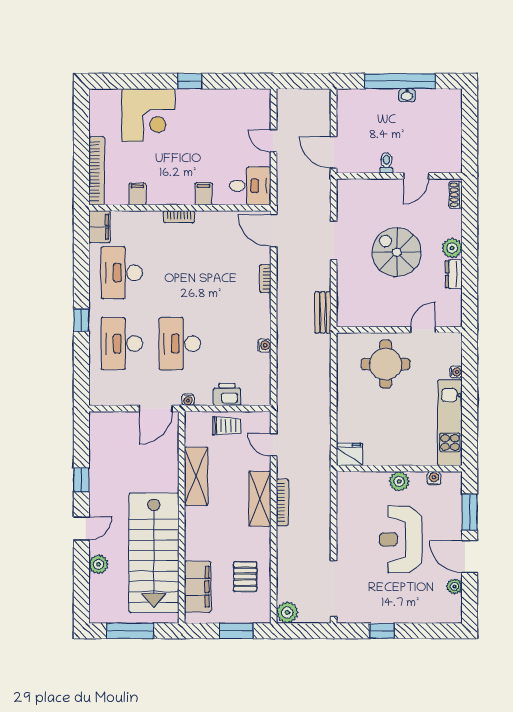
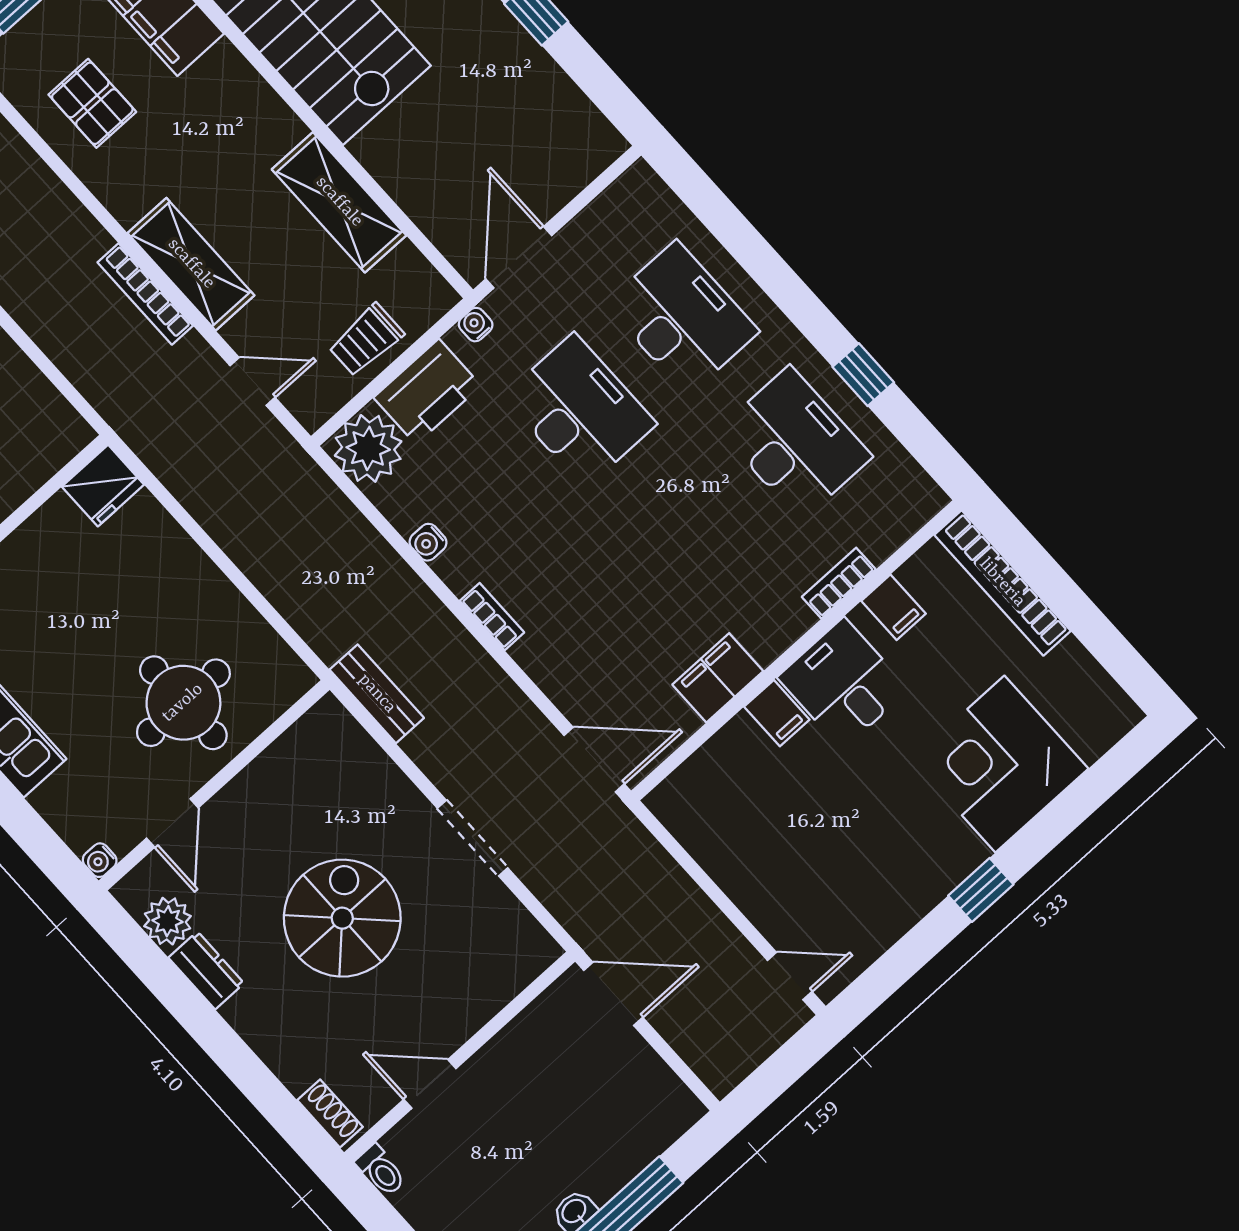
door: (274, 141) -> (790, 976), moved
toilet: (386, 163) -> (381, 1170), moved
door: (416, 176) -> (430, 1084), hinge flipped
desk: (250, 186) -> (843, 683), moved, turned 90
bookcase: (179, 217) -> (839, 583), moved
filing cabinet: (100, 227) -> (718, 678), moved, turned 90
plant: (452, 248) -> (168, 921), moved
spiral stairs: (397, 252) -> (342, 918), turned -90
bookcase: (265, 279) -> (492, 617), moved
window: (81, 320) -> (863, 375), moved
water cooler: (456, 372) -> (100, 860), moved
plant: (256, 391) -> (368, 448), added
printer: (227, 395) -> (427, 392), width x1.37, depth x1.19

